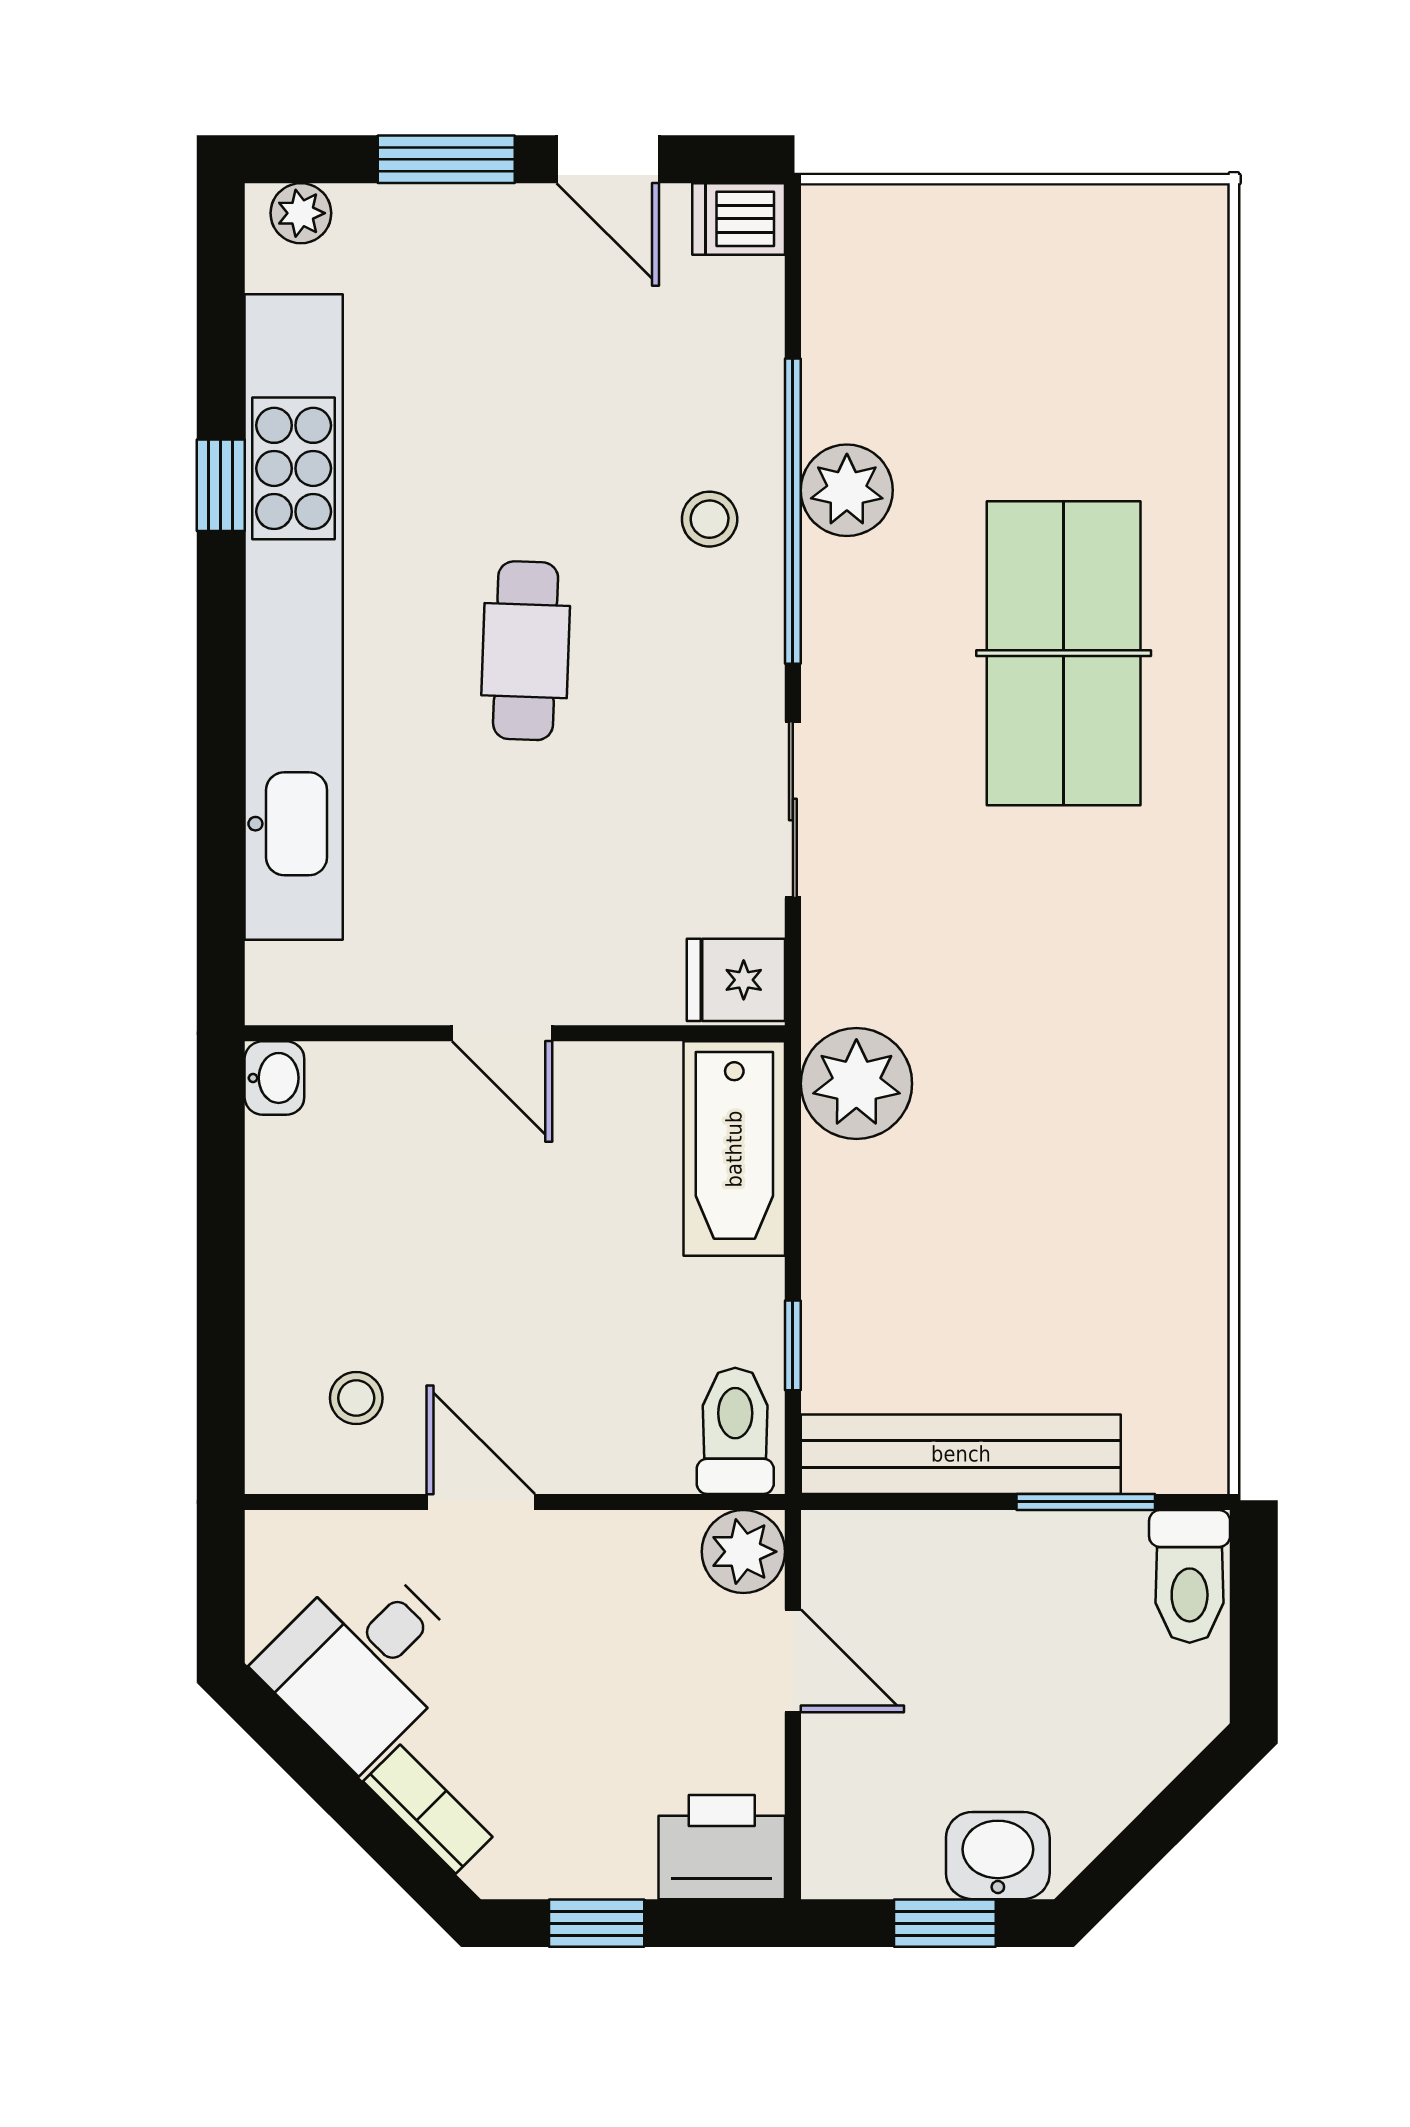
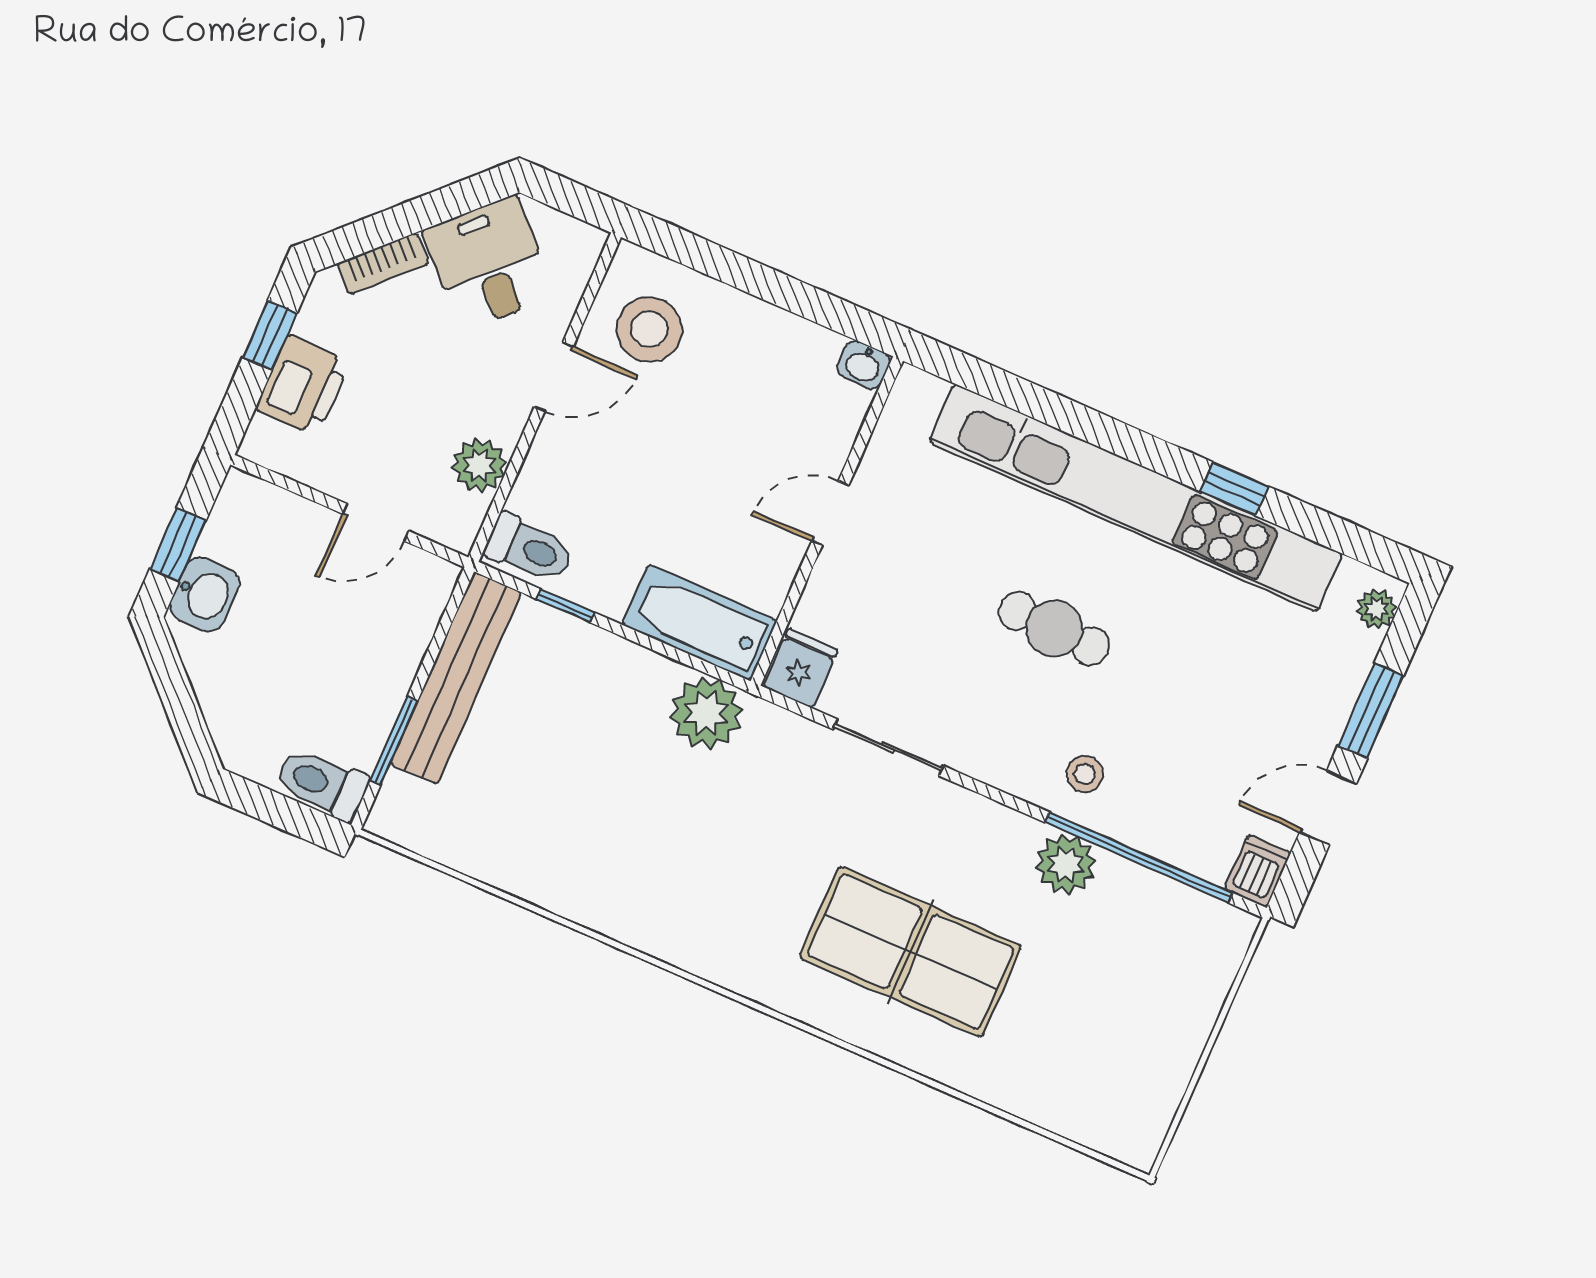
window: (793, 511) -> (1139, 858), moved
stool: (356, 1398) -> (649, 329), width x1.89, depth x1.89
plant: (743, 1552) -> (479, 465), moved
printer: (722, 1847) -> (302, 385), moved

